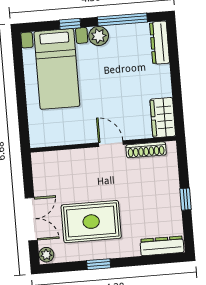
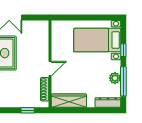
plant: (99, 36) -> (115, 78), moved
wardrobe: (163, 118) -> (69, 101), width x1.50
window: (186, 199) -> (28, 110), moved

